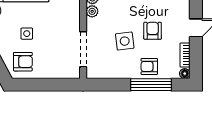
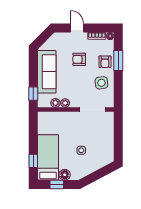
side table: (125, 41) -> (101, 83), moved
armchair: (23, 62) -> (102, 153), removed
window: (151, 85) -> (118, 60), width x0.69

